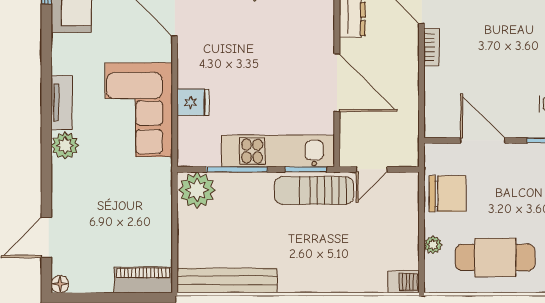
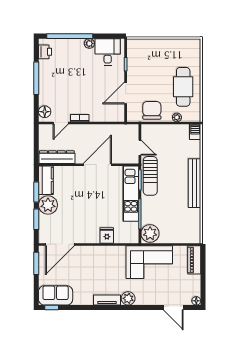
corner sofa: (139, 110) -> (149, 262), moved
bench: (227, 280) -> (194, 183), moved

